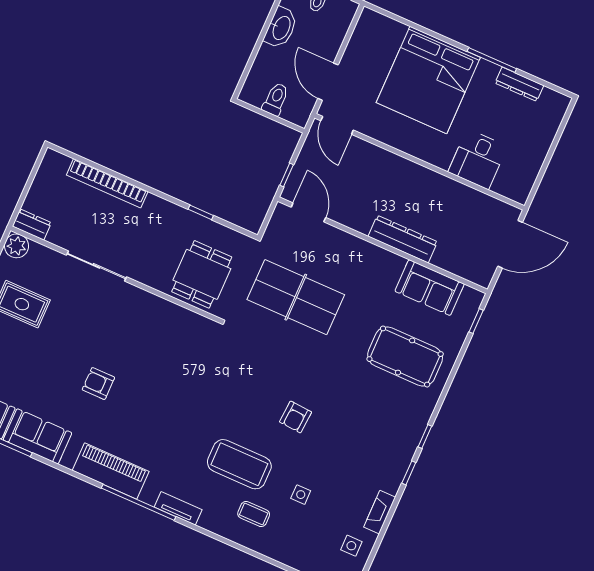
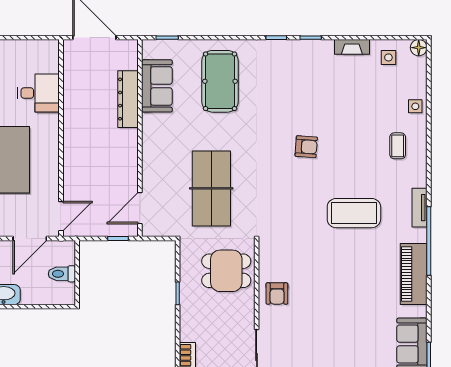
dresser: (403, 239) -> (128, 99), moved
armchair: (98, 384) -> (277, 293), moved
coffee table: (239, 464) -> (354, 213), moved, turned 90
side table: (301, 495) -> (415, 106), moved

